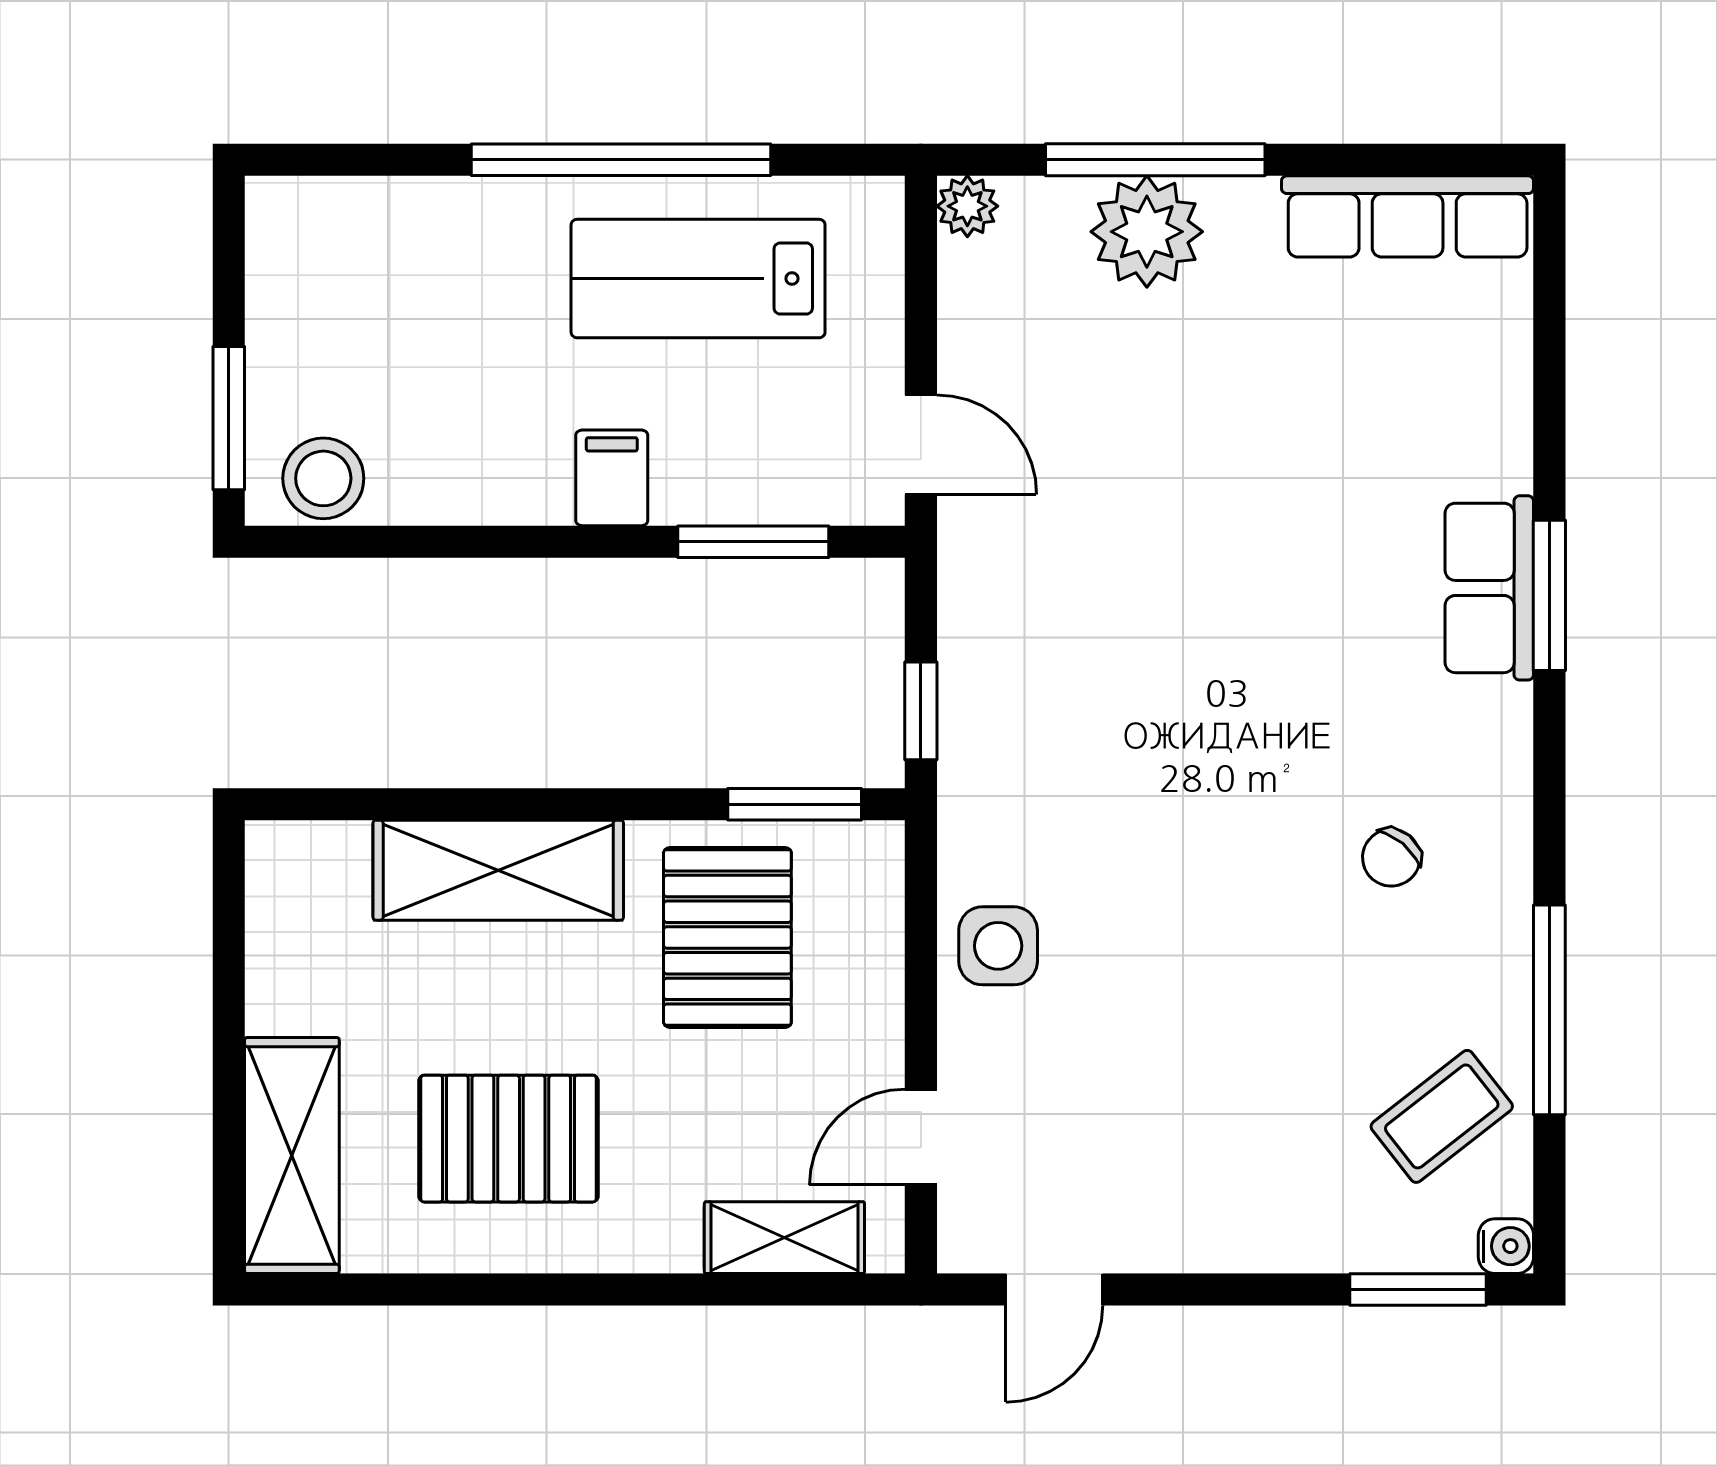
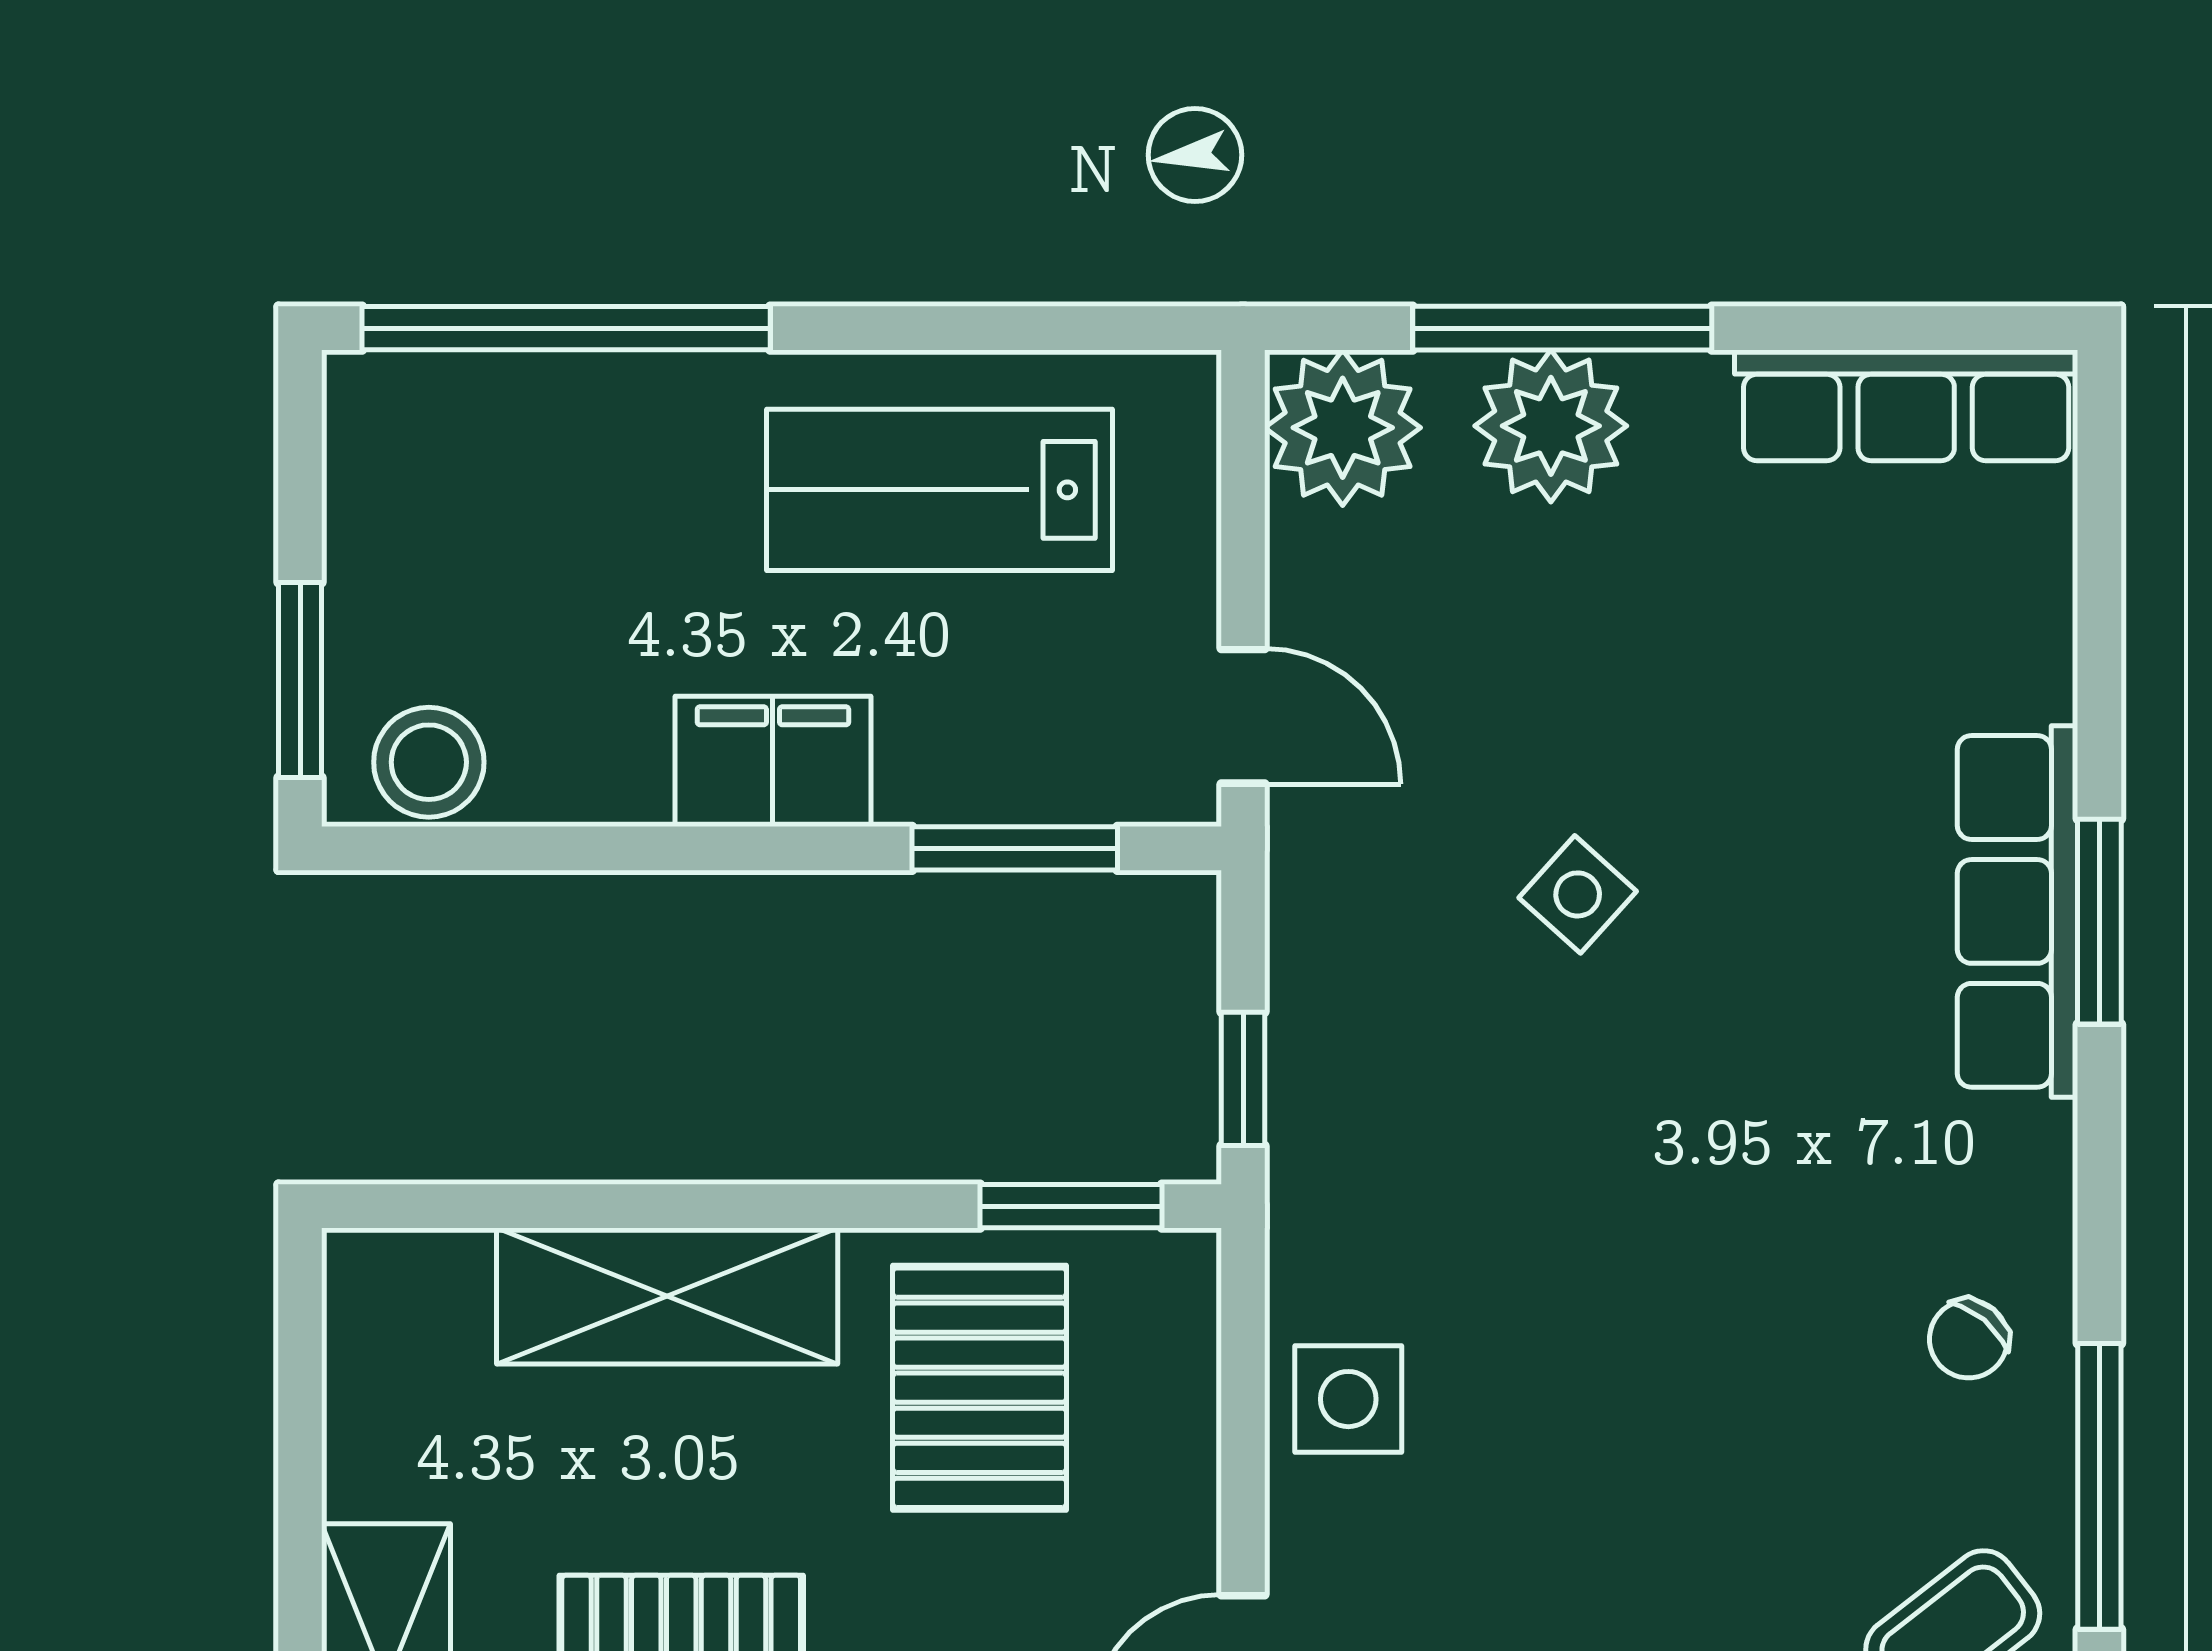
window: (621, 160) -> (566, 328), moved
plant: (967, 206) -> (1343, 428), width x1.88, depth x1.88
filing cabinet: (612, 478) -> (773, 761), width x2.00
side table: (1166, 575) -> (1578, 894), added
row of seats: (1489, 588) -> (2018, 911), width x1.48
chair: (1391, 858) -> (1969, 1339), moved

